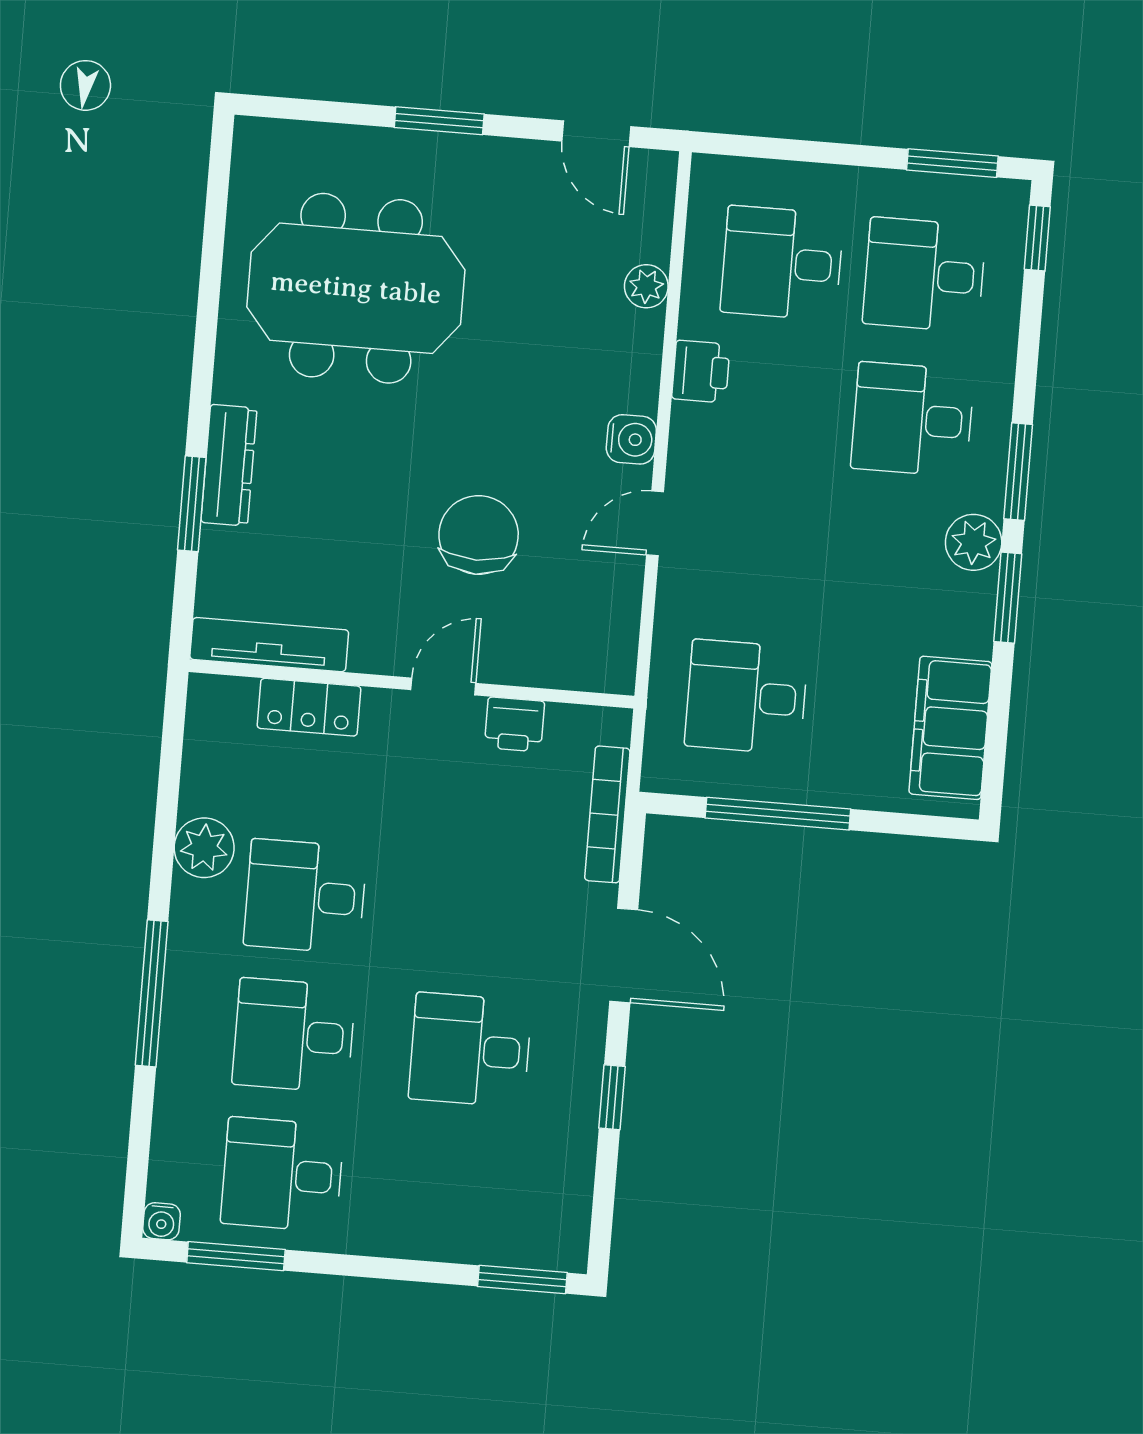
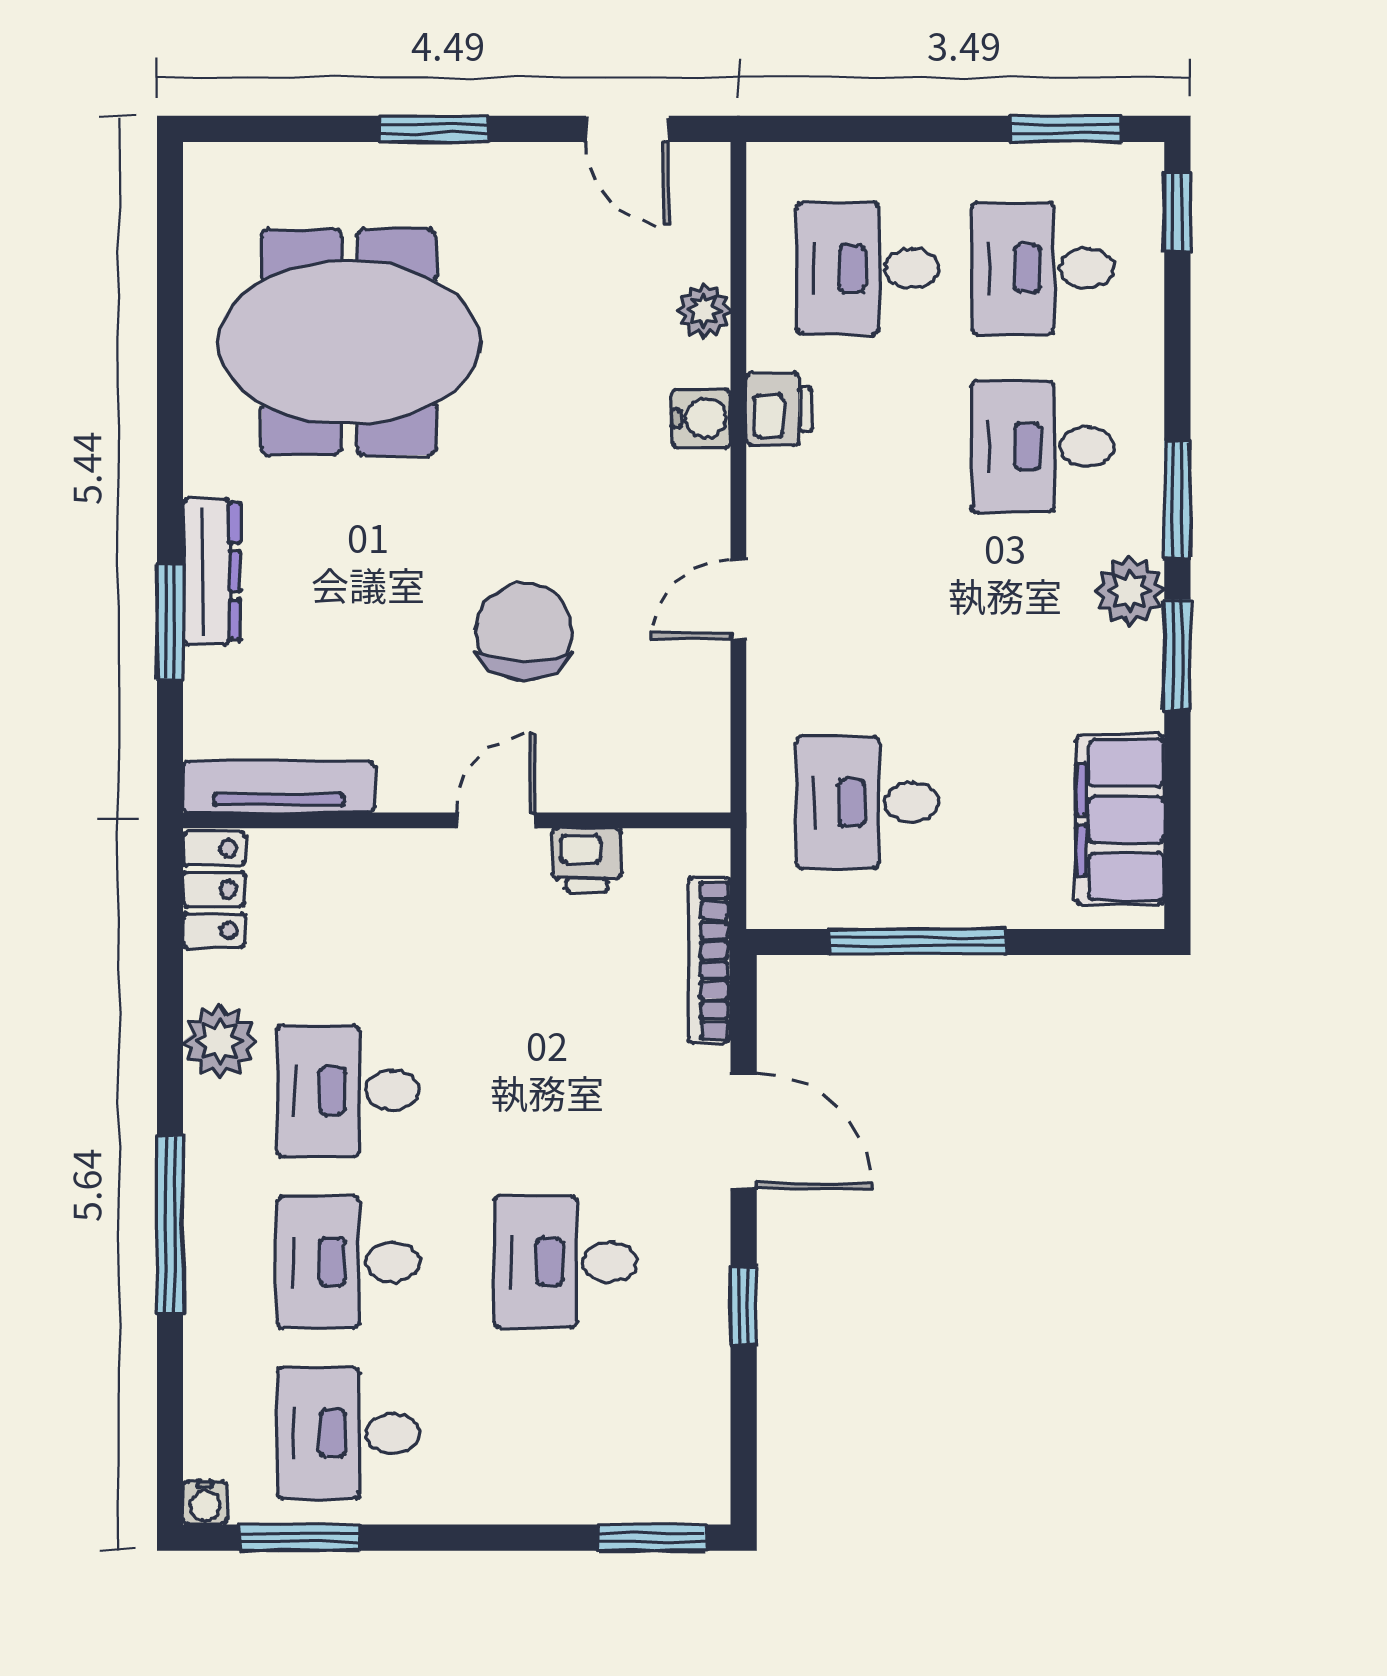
water cooler: (631, 439) -> (701, 419), moved
locker: (309, 707) -> (214, 889), moved, turned -90

